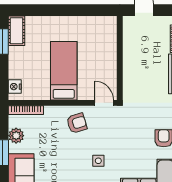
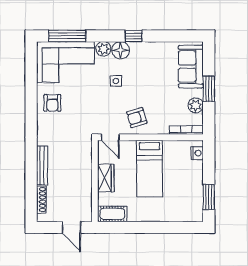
cot: (17, 31) -> (112, 214), moved, turned 90
wardrobe: (109, 61) -> (106, 178), added

